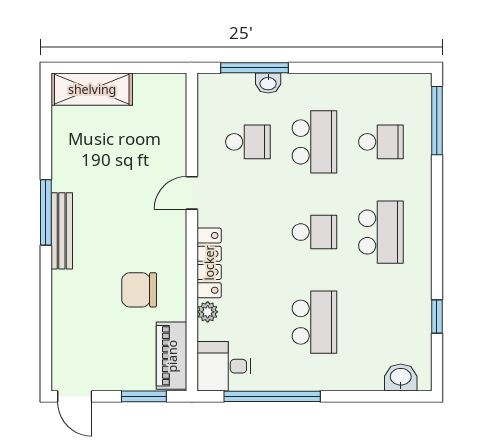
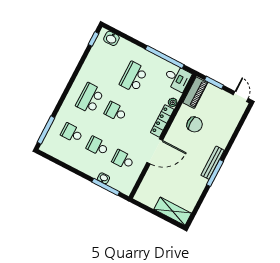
school desk: (314, 142) -> (97, 146), width x0.54
door: (192, 193) -> (155, 151), width x1.88
window: (437, 317) -> (93, 39), moved

